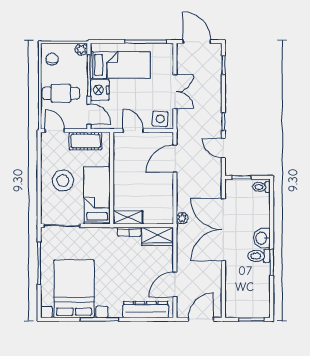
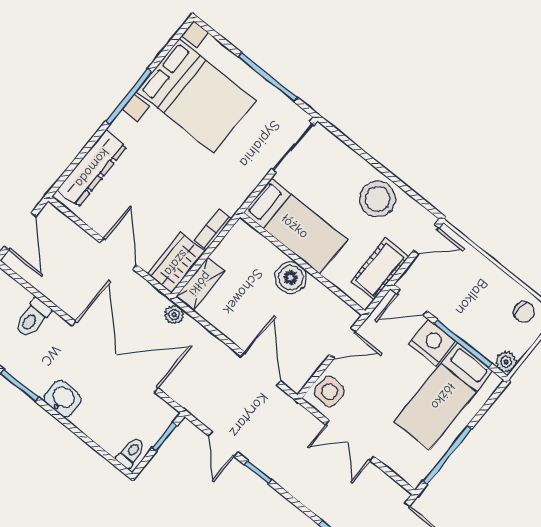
cafe table: (61, 93) -> (469, 287), removed
door: (223, 148) -> (223, 444), swing flipped
boiler: (122, 179) -> (291, 278), added
stool: (63, 181) -> (377, 199), moved
shelving: (128, 217) -> (200, 284), moved
toilet: (259, 256) -> (33, 318), moved, turned 180
door: (175, 285) -> (118, 254), moved

